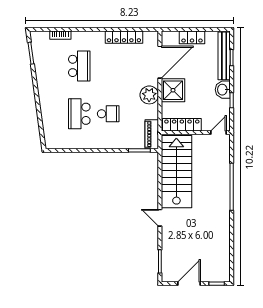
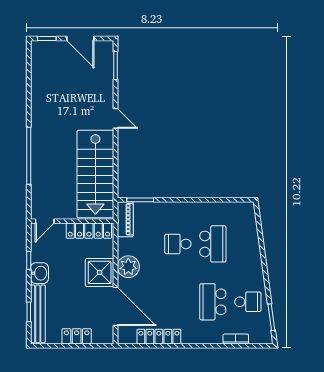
door: (160, 62) -> (115, 306), swing flipped
school desk: (50, 66) -> (248, 302), added
door: (189, 284) -> (80, 39), hinge flipped

